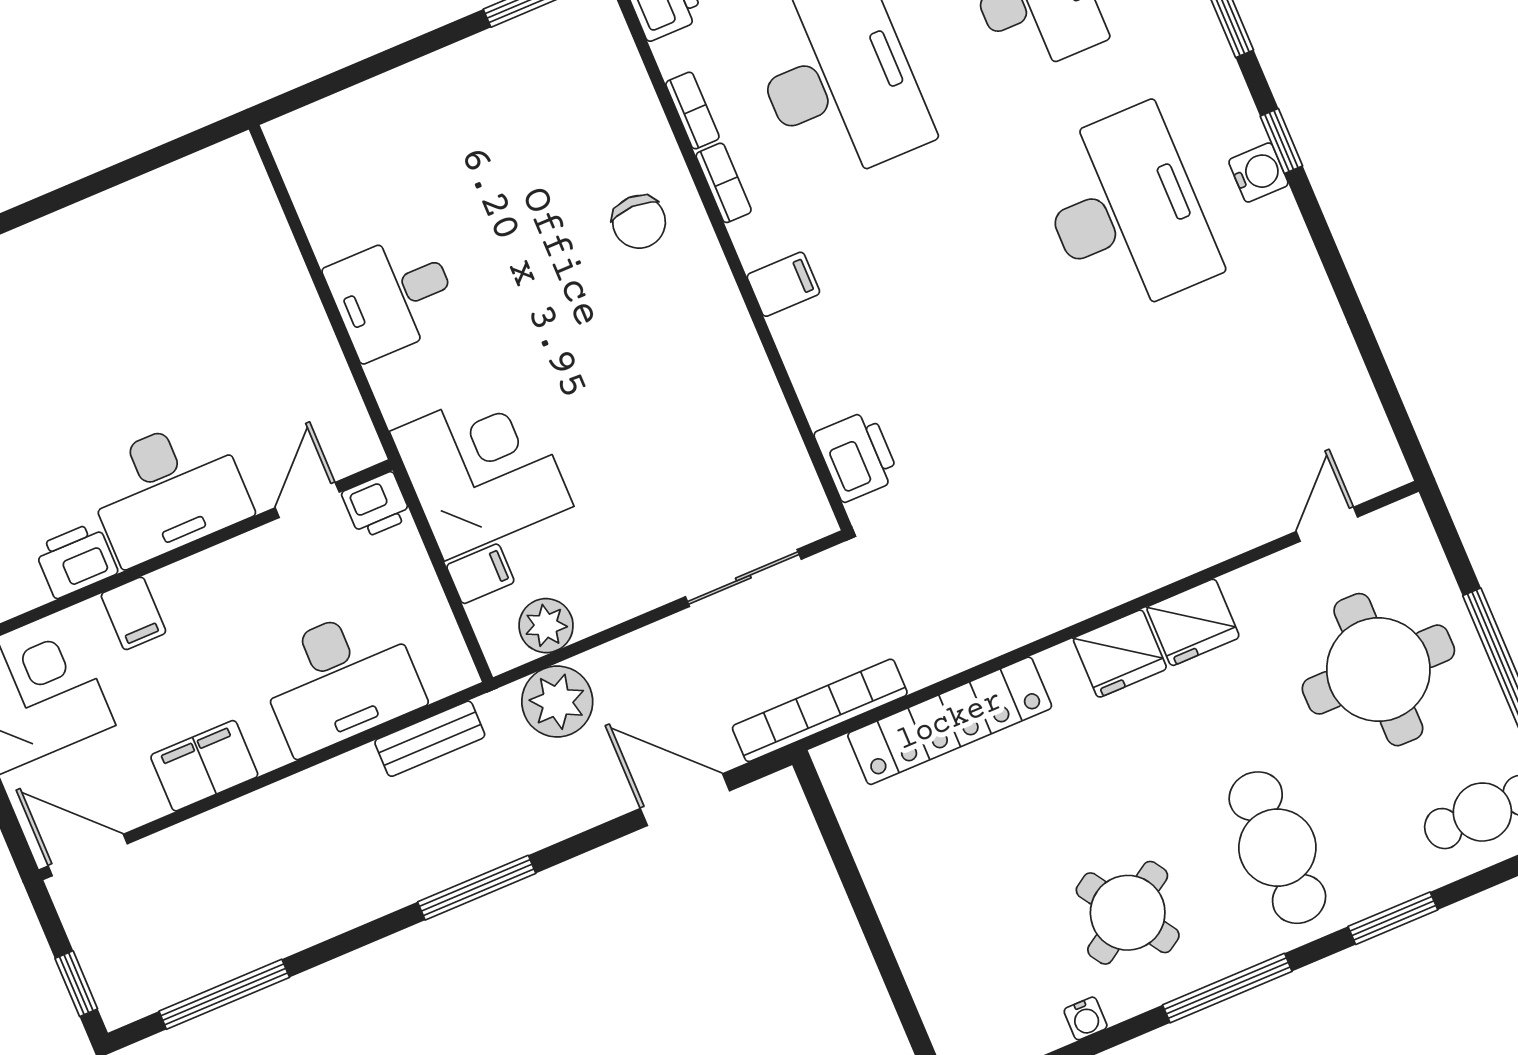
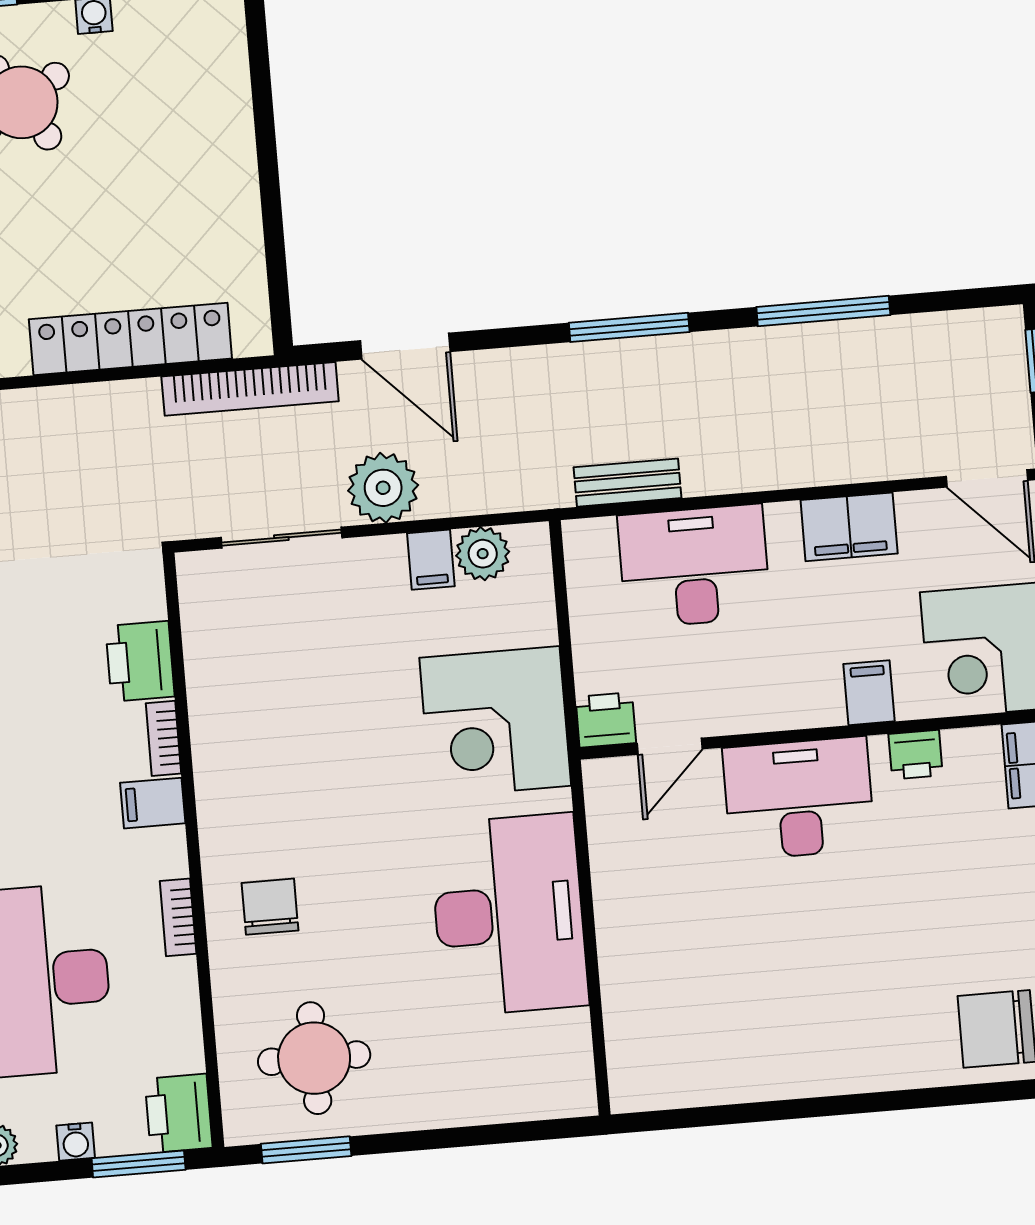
round table: (550, 91) -> (314, 1058), added
bookcase: (692, 110) -> (163, 738), moved
desk: (393, 295) -> (509, 915), width x1.87, depth x1.30
printer: (857, 456) -> (140, 661), moved
printer: (76, 560) -> (916, 755), width x0.73, depth x0.81
filing cabinet: (480, 574) -> (431, 560), moved, turned -90
plant: (557, 702) -> (383, 488), moved
window: (224, 994) -> (823, 311), moved

